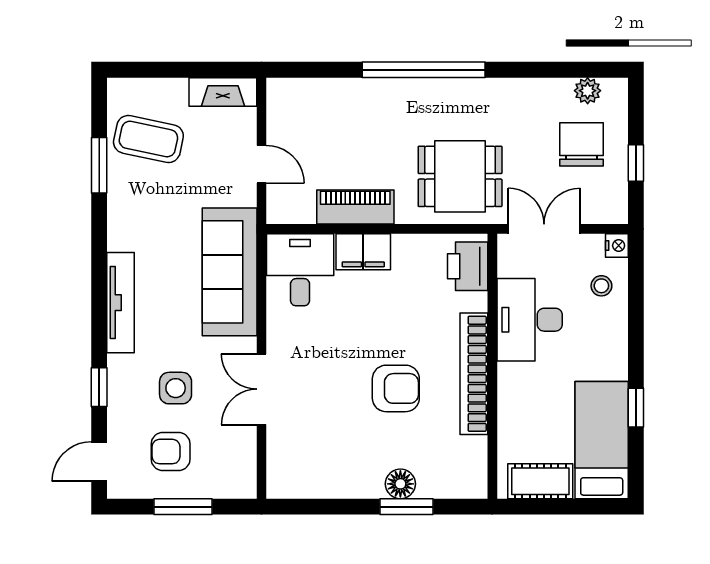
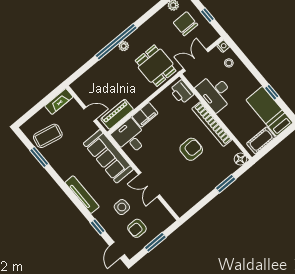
plant: (431, 90) -> (124, 46), added
dining table: (460, 176) -> (156, 66), turned 90
piano: (355, 207) -> (117, 114), moved
floor lamp: (400, 484) -> (240, 159), moved

